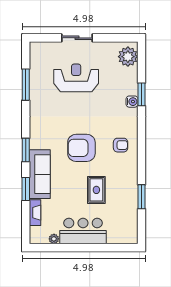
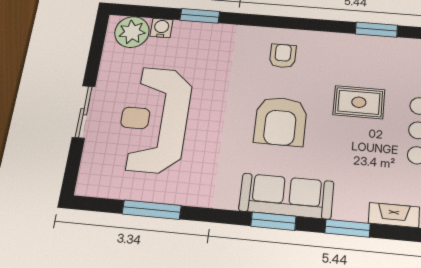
reception desk: (76, 78) -> (154, 120), width x1.36, depth x1.30
water cooler: (132, 102) -> (161, 28), moved
sofa: (40, 174) -> (286, 196), moved

